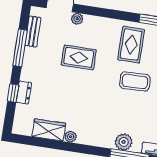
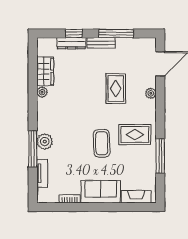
plant: (77, 19) -> (151, 93), moved
bench: (33, 31) -> (101, 43), moved
dresser: (24, 92) -> (71, 43), width x1.44

